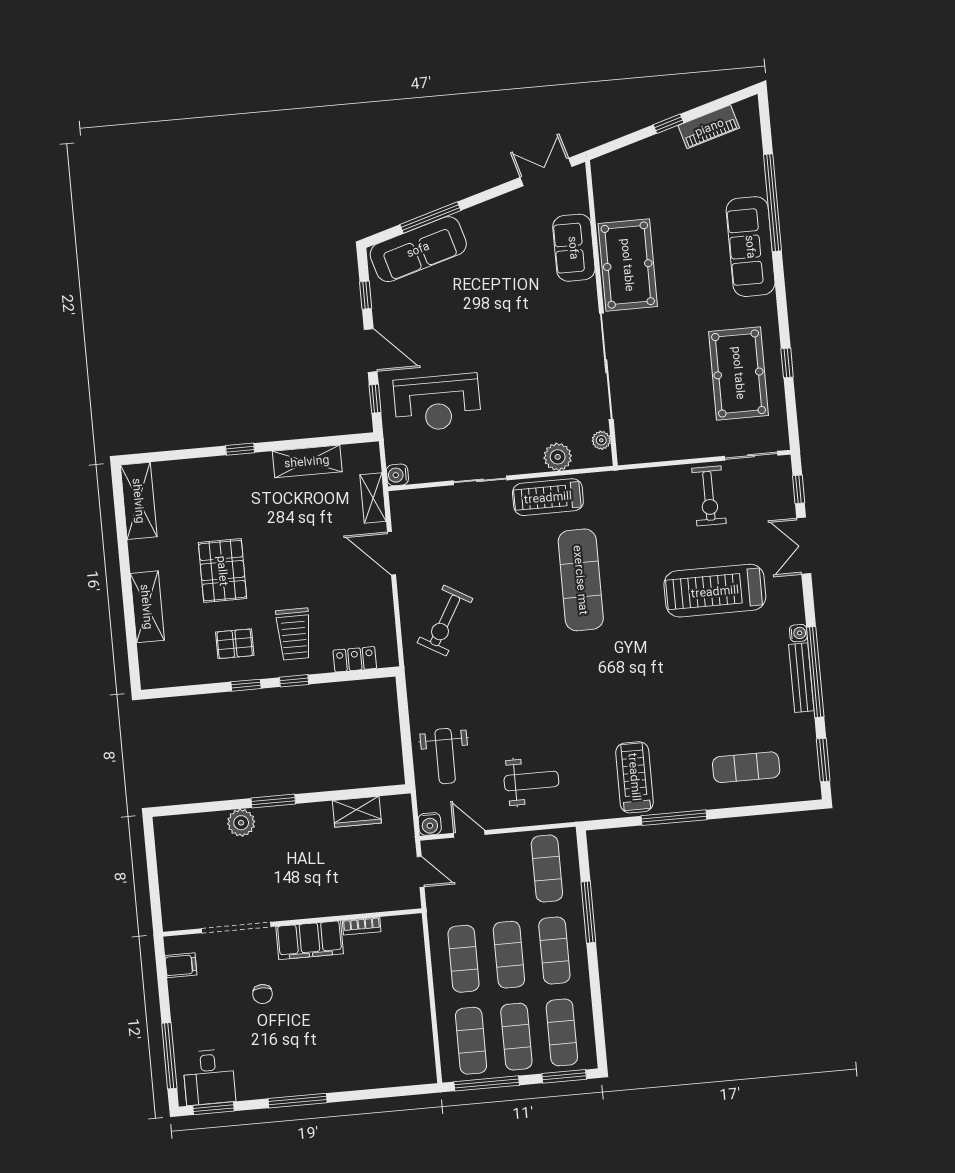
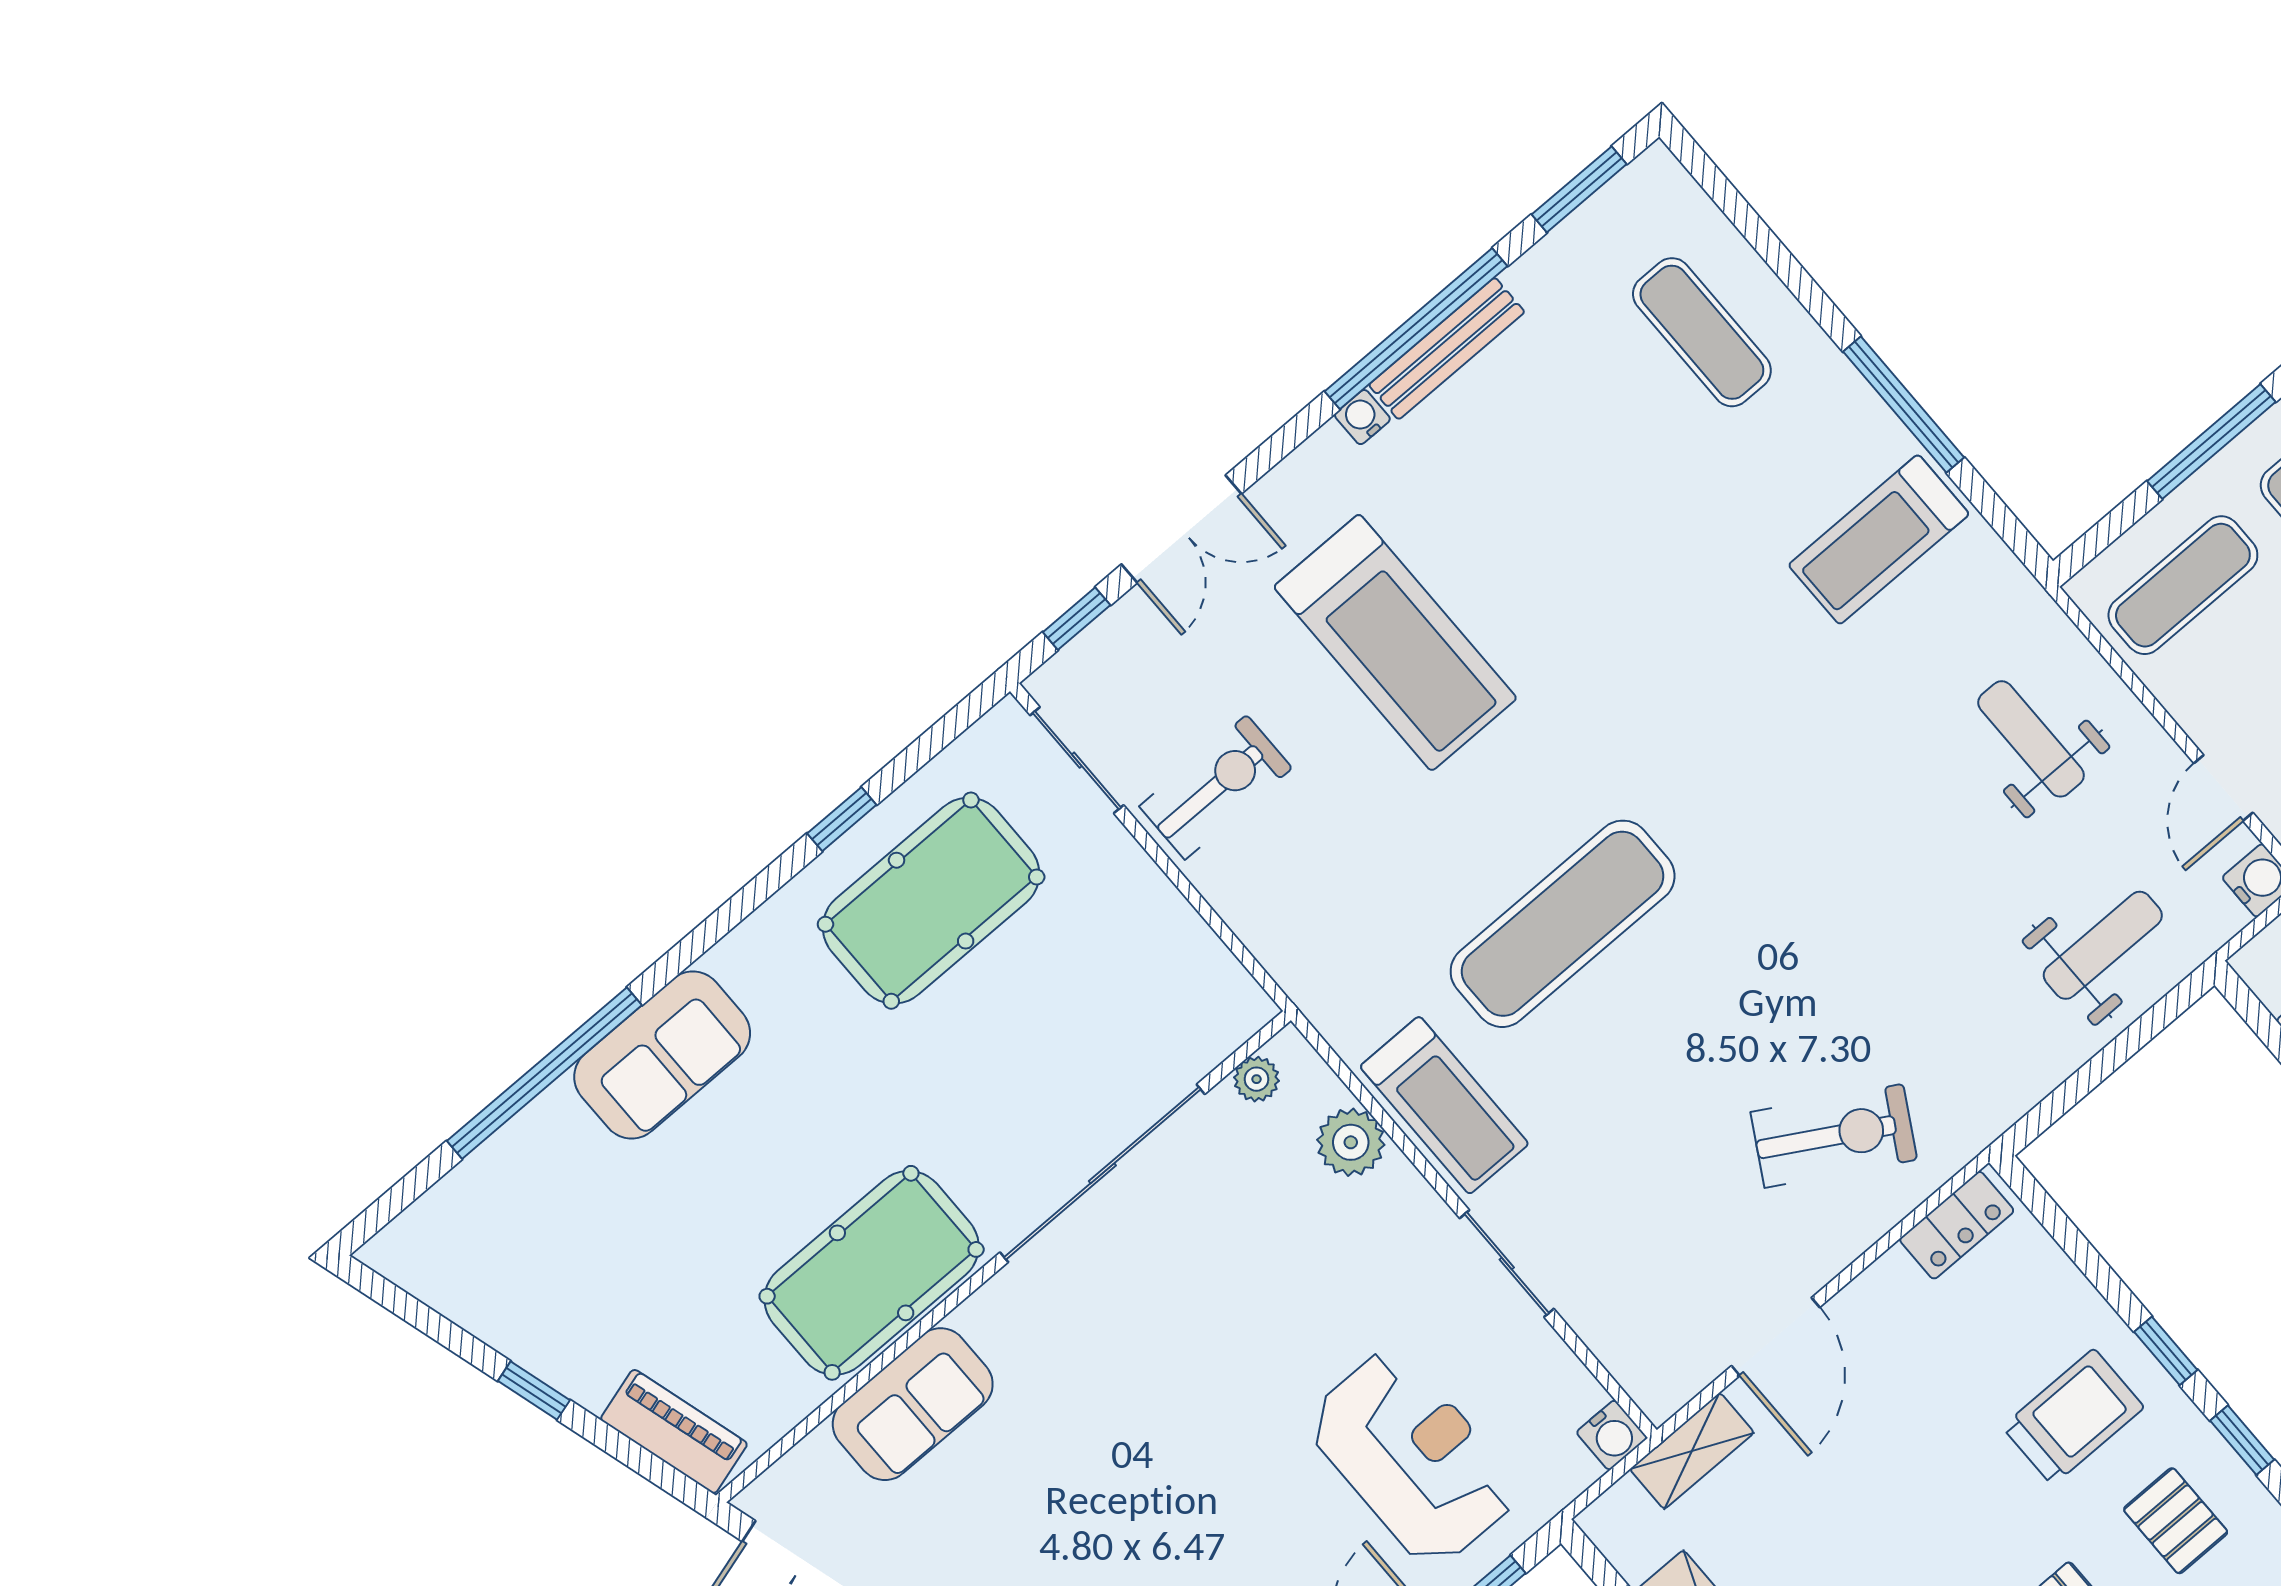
piano: (709, 127) -> (674, 1431), moved
sofa: (751, 247) -> (662, 1055), width x0.73
locker: (355, 659) -> (1957, 1225), moved, turned -90

